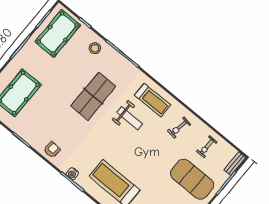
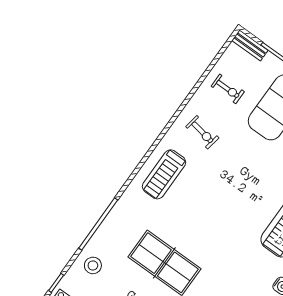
treadmill: (153, 100) -> (164, 174), turned 180
weight bench: (130, 118) -> (193, 206), removed

